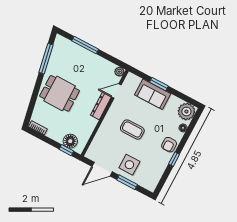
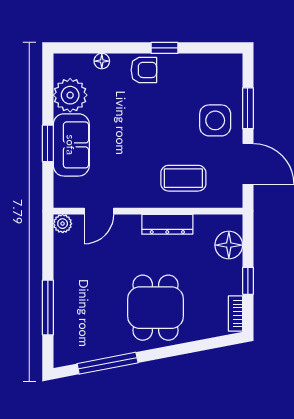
door: (116, 91) -> (99, 211), hinge flipped
dresser: (101, 106) -> (167, 224), moved
plant: (186, 111) -> (70, 95), moved
coffee table: (132, 130) -> (183, 178), moved, turned 90
window: (66, 150) -> (248, 281), moved

